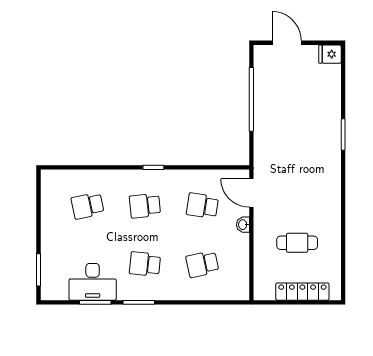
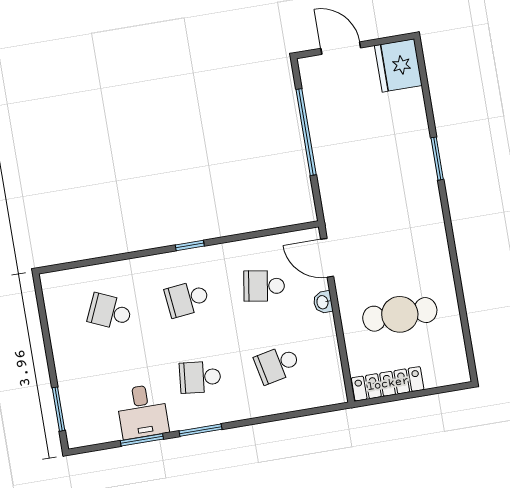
fridge: (330, 54) -> (398, 65), width x1.88, depth x1.34
school desk: (88, 206) -> (110, 312), turned 36
cafe table: (297, 243) -> (400, 314), width x1.37, depth x1.35
desk: (93, 282) -> (142, 411), width x0.73
locker: (302, 292) -> (388, 384), moved

